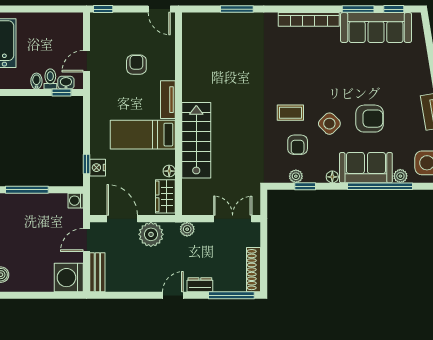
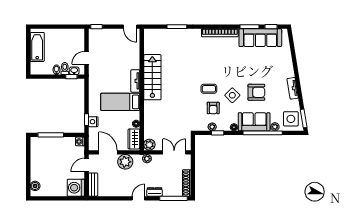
armchair: (136, 65) -> (116, 60), removed
stairs: (196, 140) -> (152, 77), moved
plant: (191, 206) -> (149, 145), added

